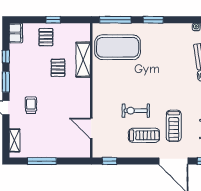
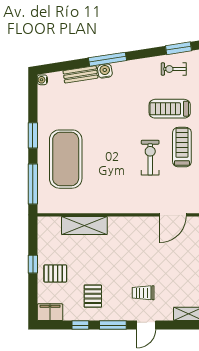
exercise mat: (118, 47) -> (66, 159), moved
pallet: (58, 68) -> (93, 296), moved, turned 90
exercise bike: (136, 111) -> (150, 158), turned 180
treadmill: (174, 126) -> (170, 109), turned 180

